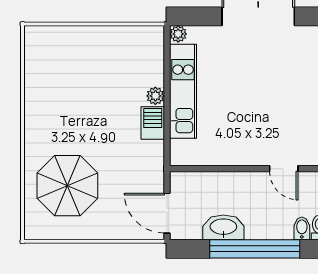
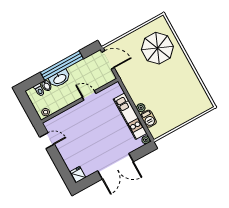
barbecue: (153, 123) -> (148, 119), moved
door: (284, 169) -> (89, 95), moved
washbasin: (223, 227) -> (60, 79), moved

